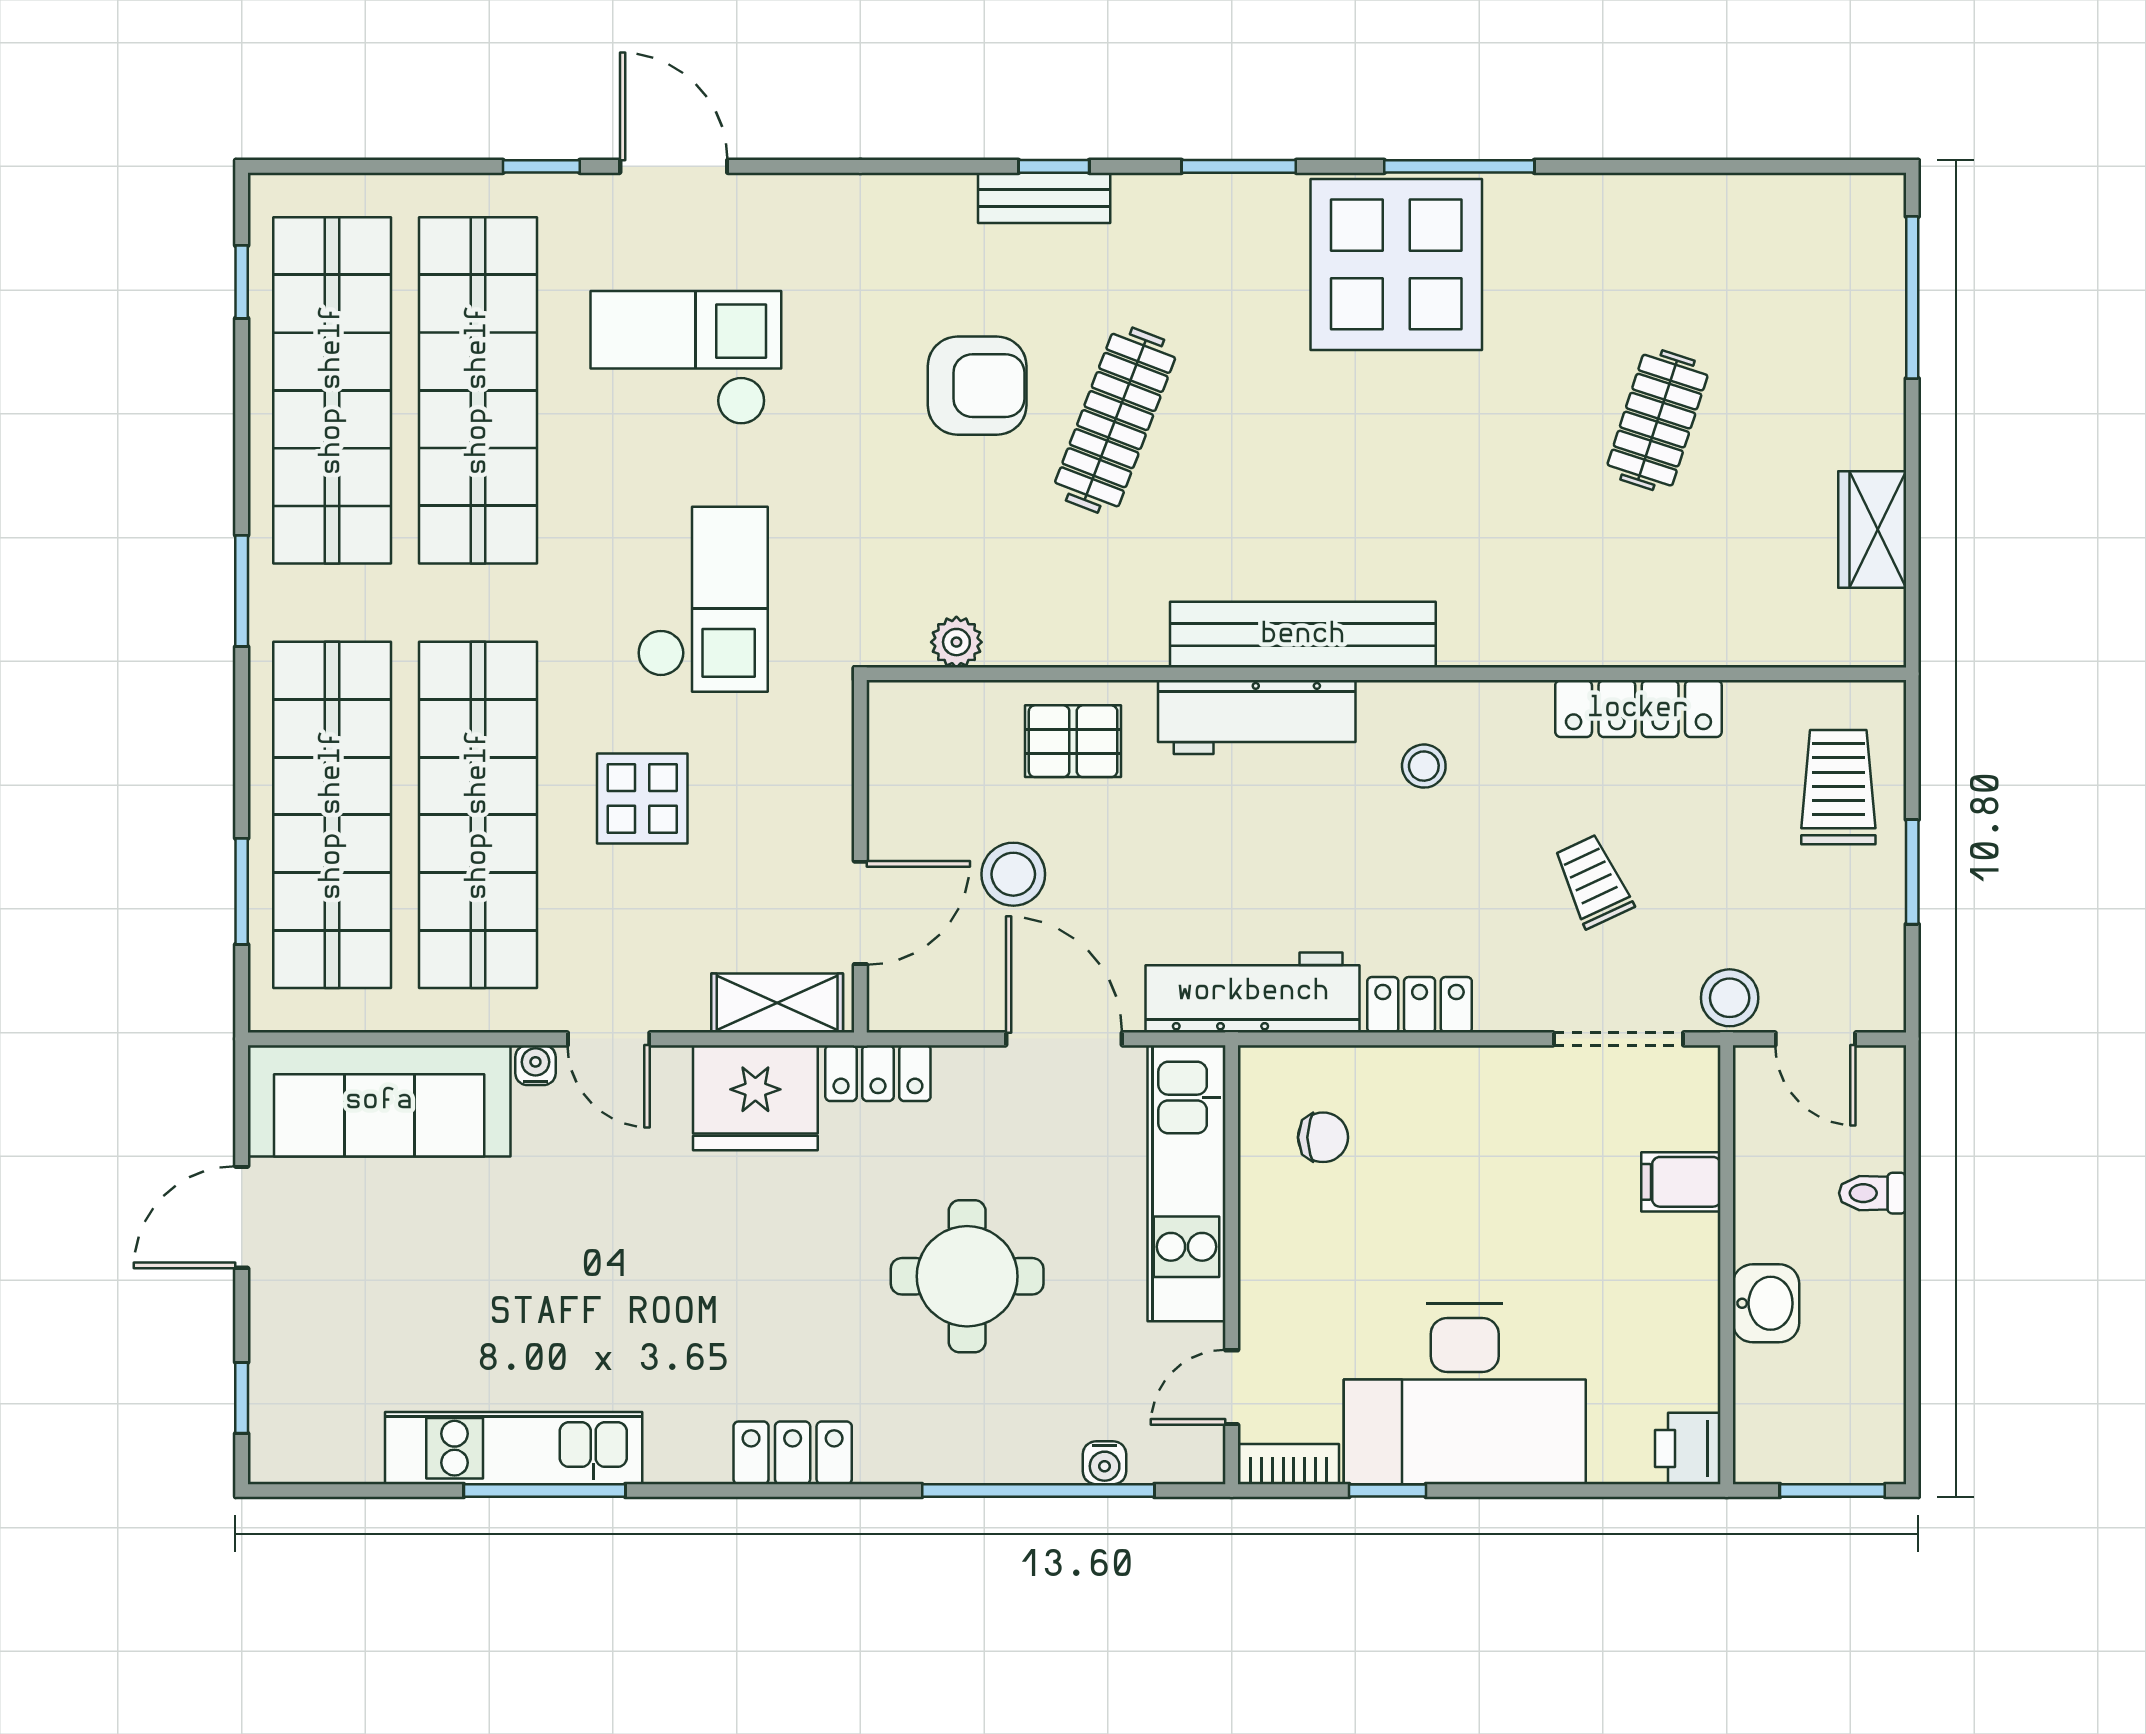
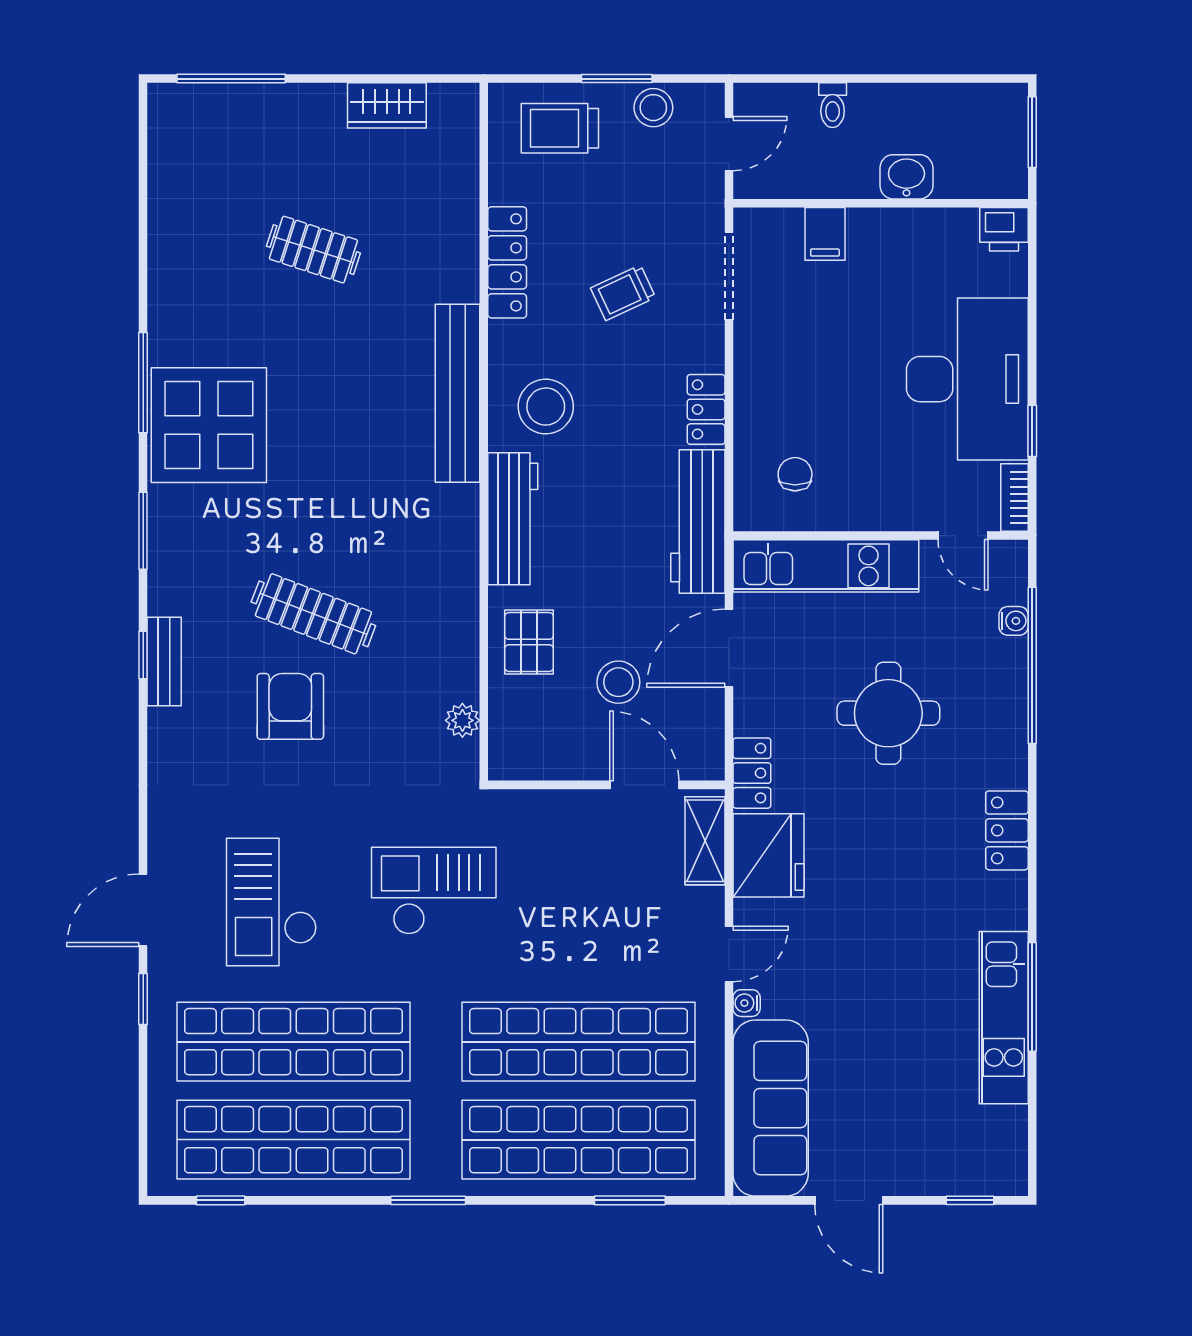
bench: (1303, 635) -> (457, 393), moved
stool: (1424, 766) -> (546, 407), width x1.89, depth x1.89
display table: (642, 798) -> (567, 931), removed
stool: (1730, 998) -> (653, 108), moved

